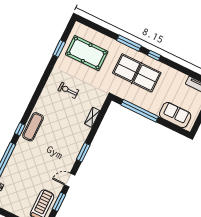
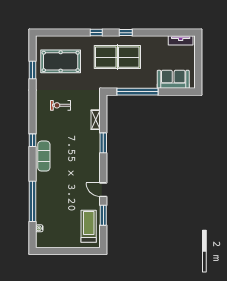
window: (129, 43) -> (96, 33), width x0.46
window: (20, 129) -> (33, 140), moved
window: (83, 152) -> (103, 143), moved
door: (70, 180) -> (103, 190), hinge flipped

